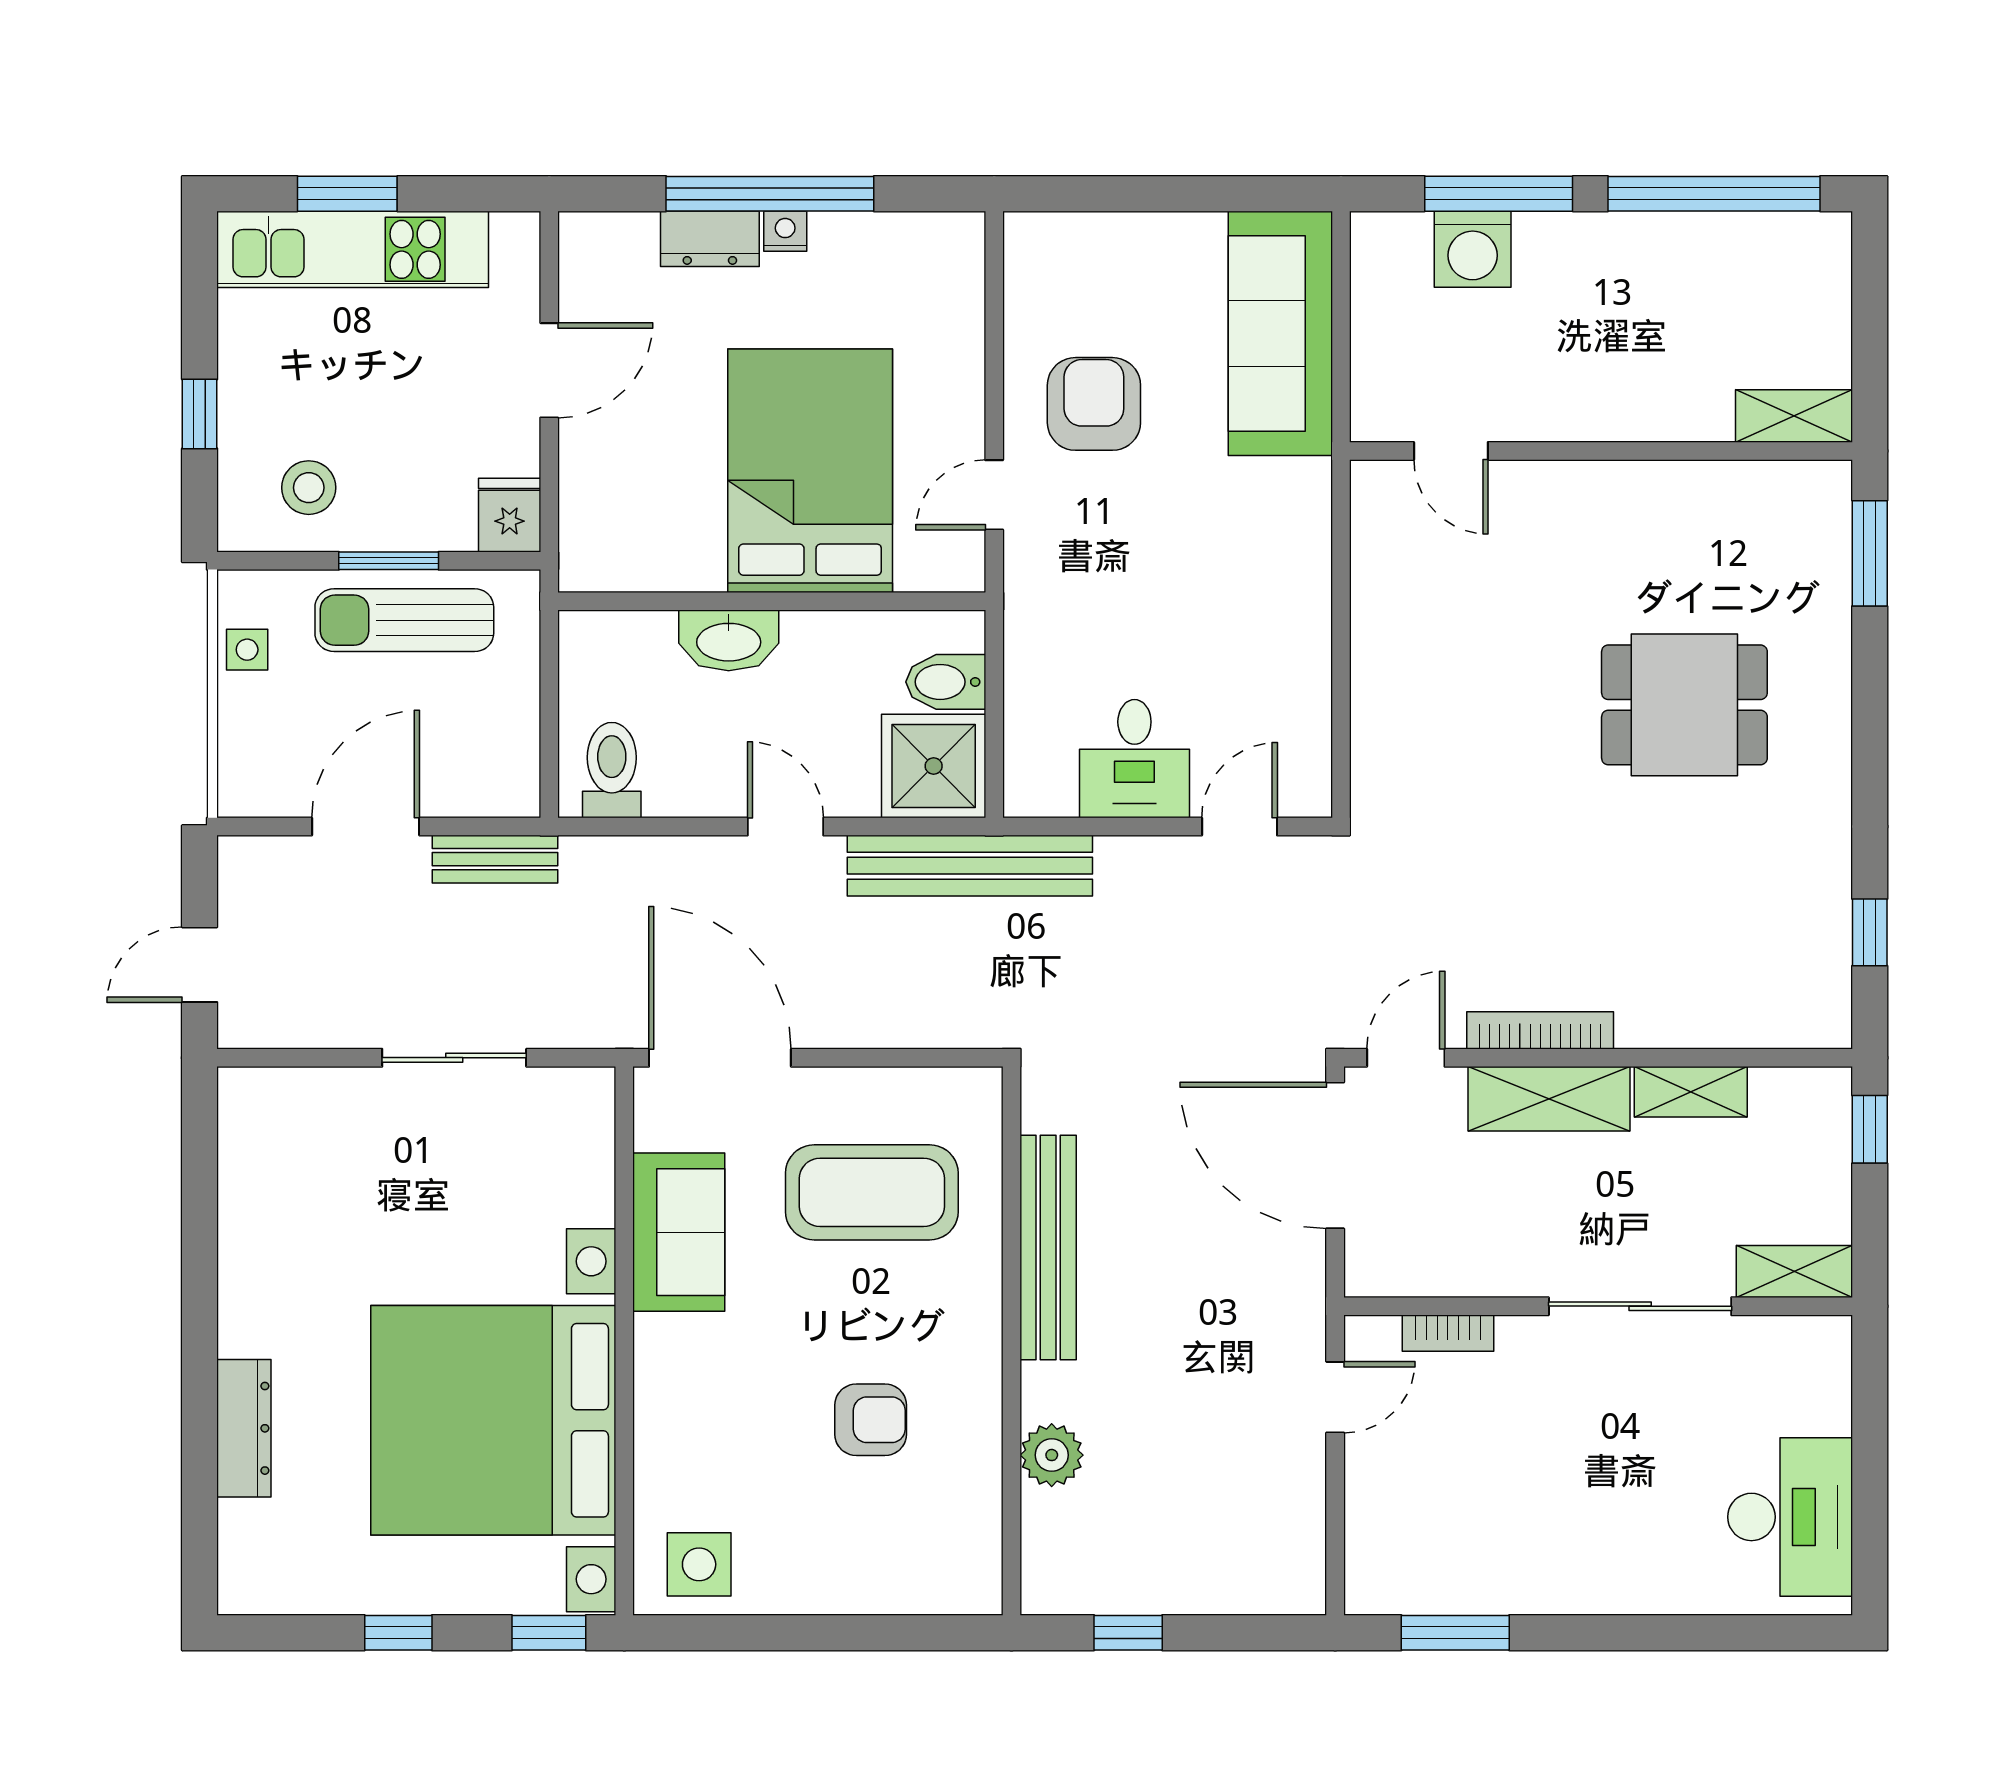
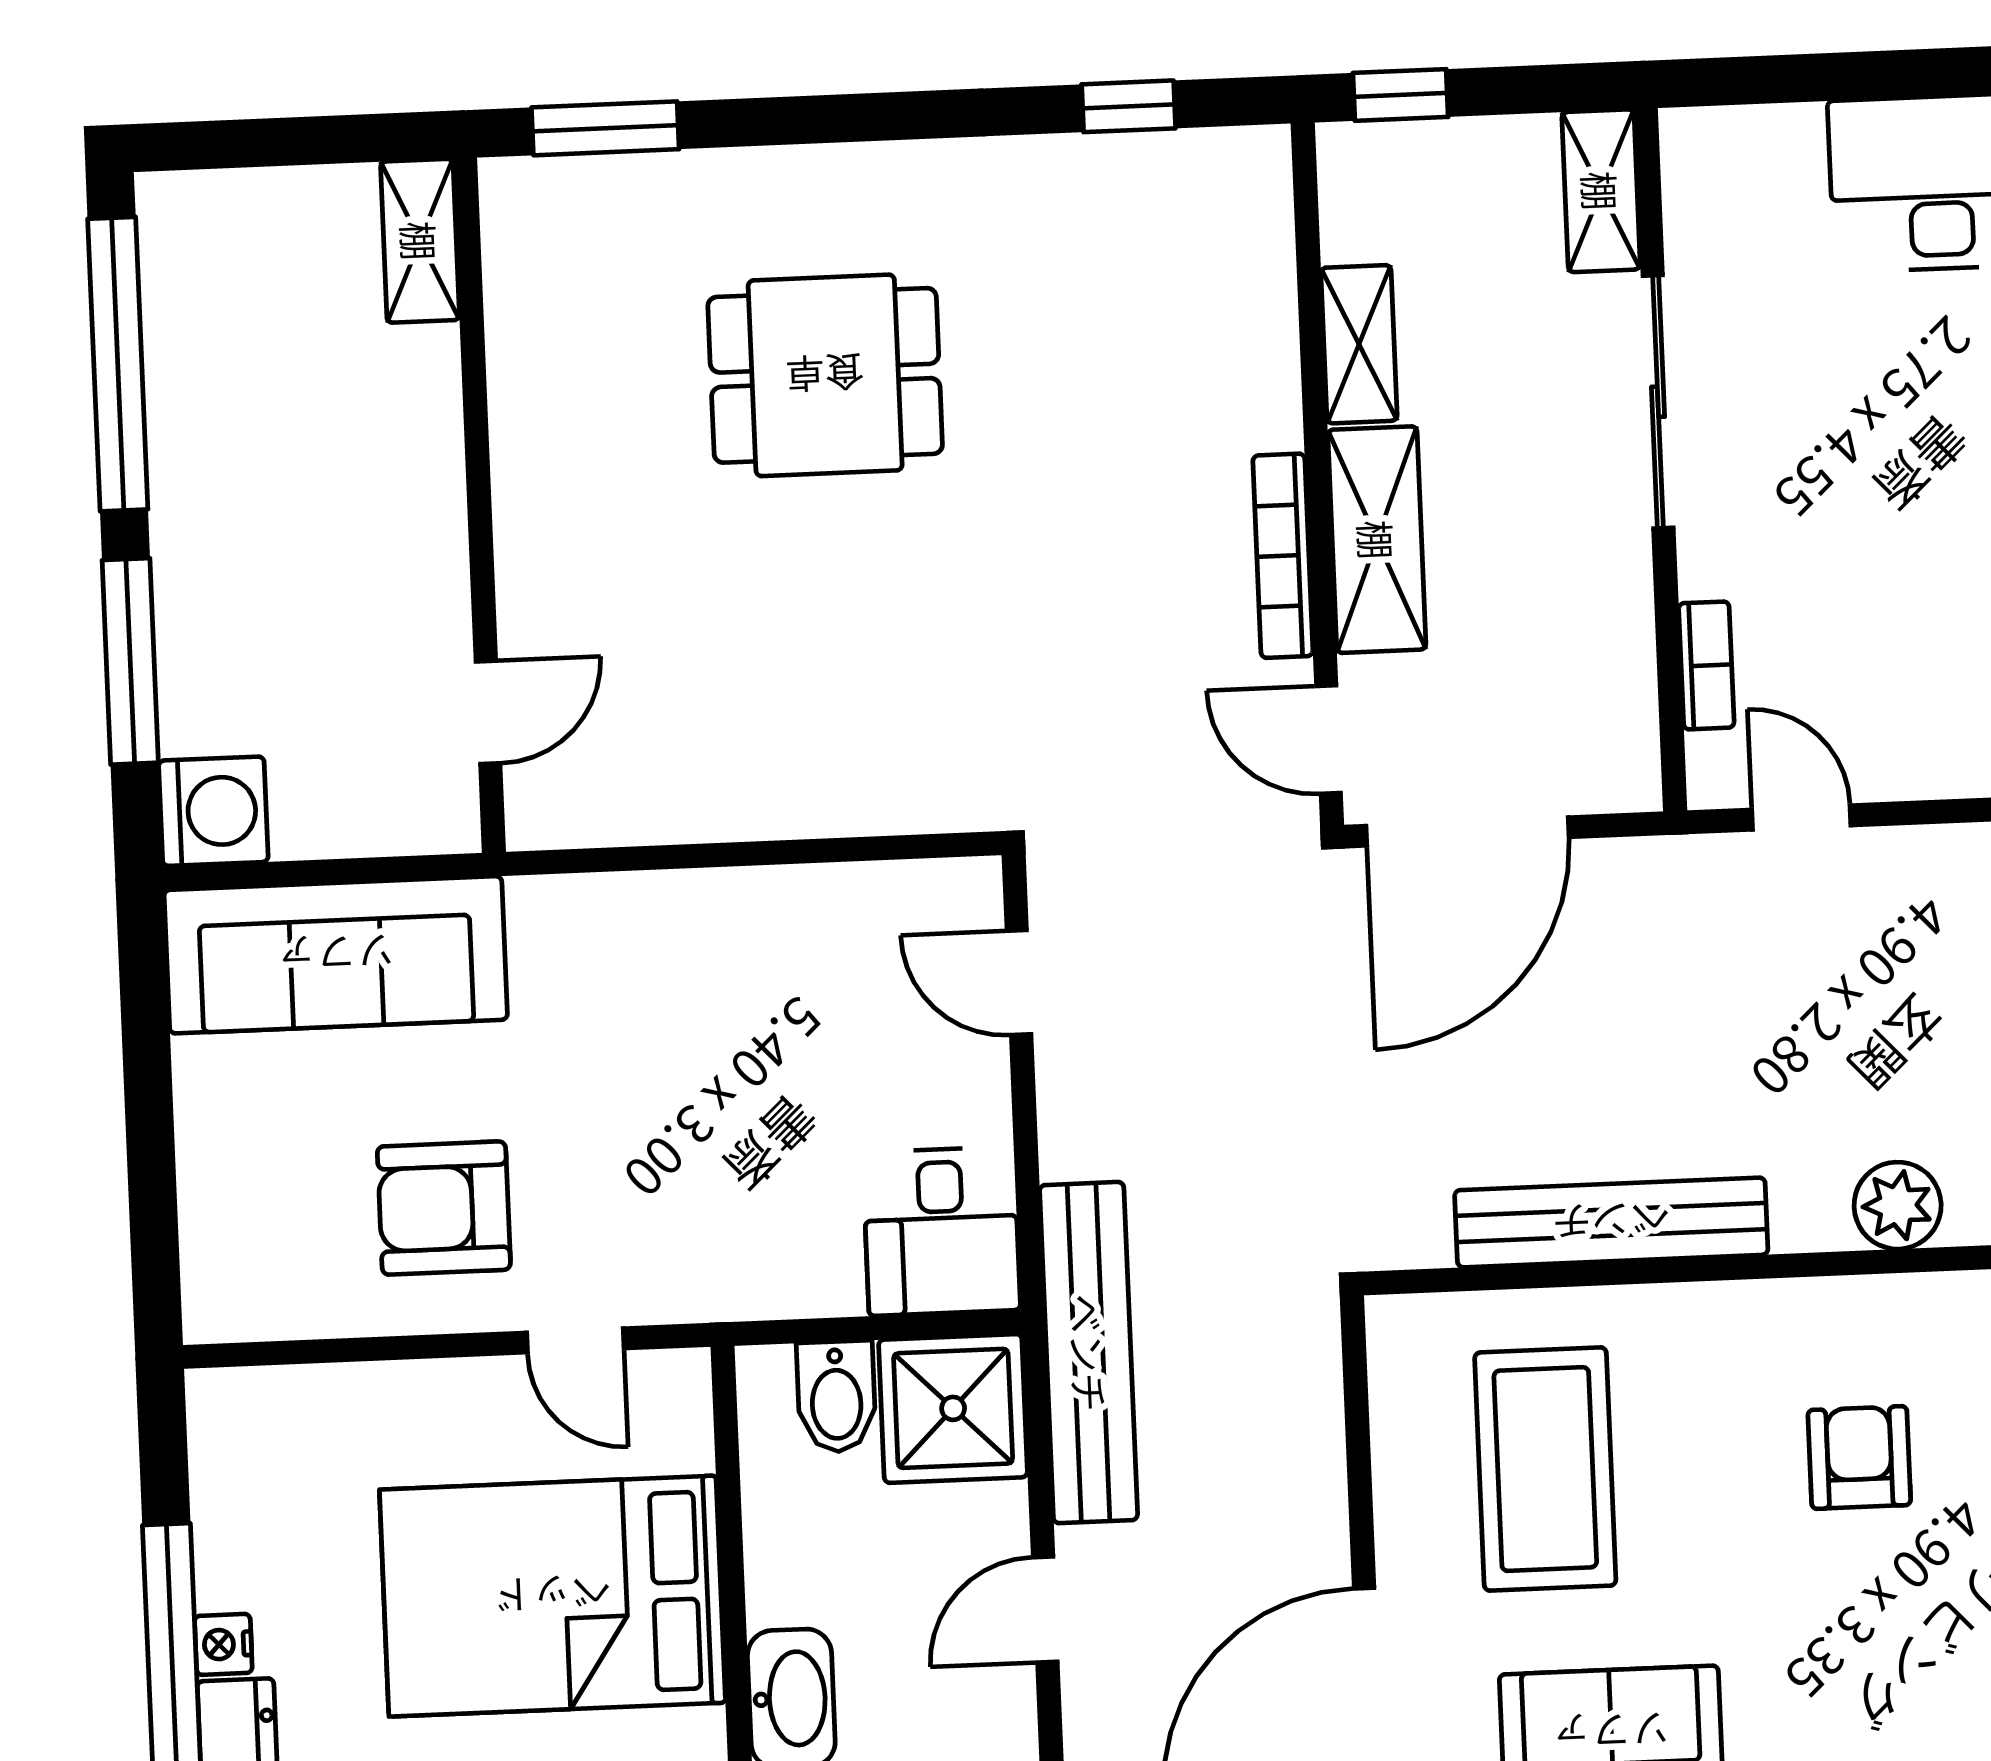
washing machine: (1473, 249) -> (213, 811), moved
dining table: (1684, 705) -> (825, 375), turned 90
desk: (1134, 759) -> (941, 1231), moved, turned 90

